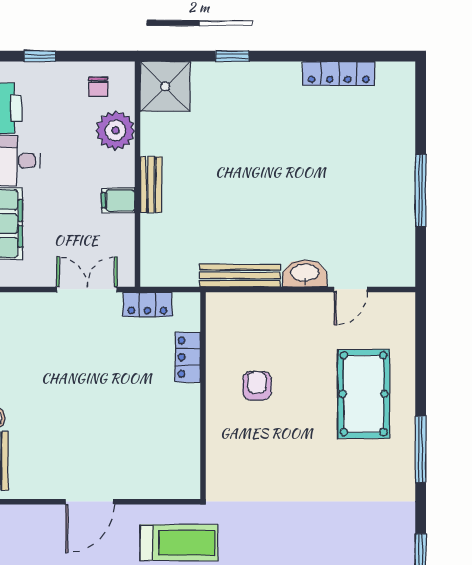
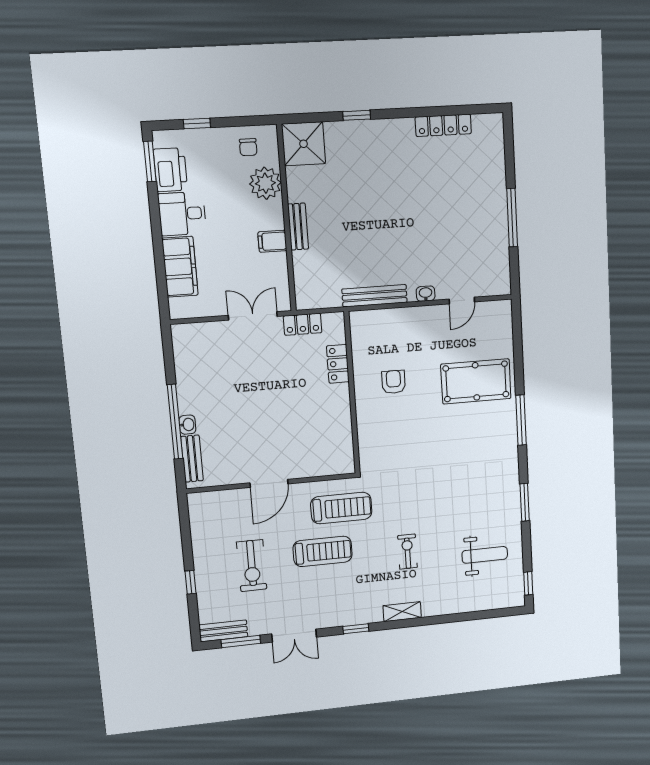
washbasin: (305, 273) -> (426, 294), width x0.52, depth x0.69
pool table: (364, 394) -> (476, 381), turned 90

